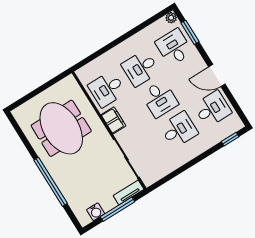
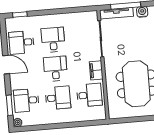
desk: (174, 47) -> (26, 100), turned 90
desk: (179, 130) -> (53, 40), turned 90
tv unit: (129, 192) -> (116, 13), width x1.41

